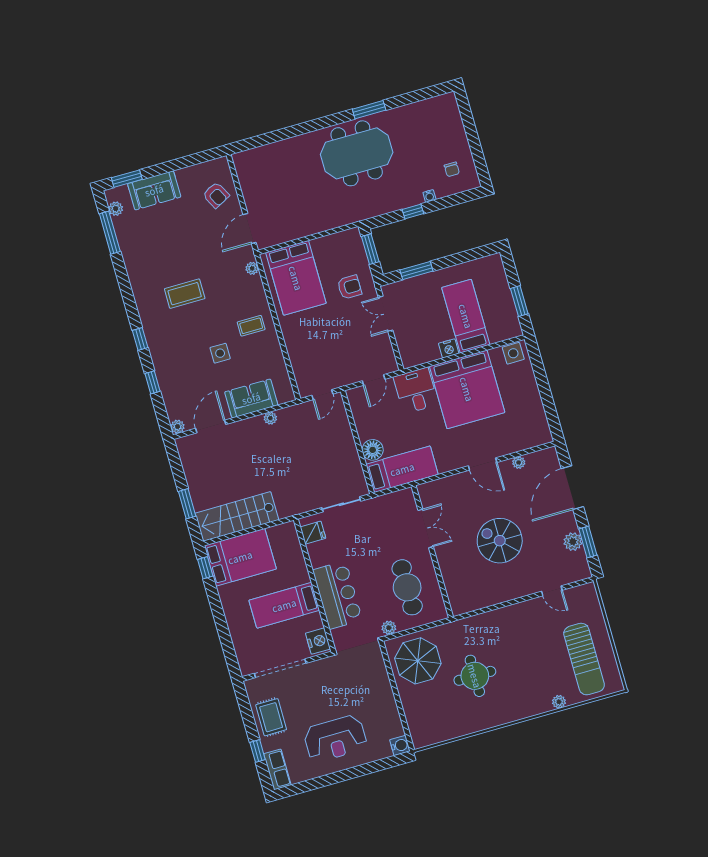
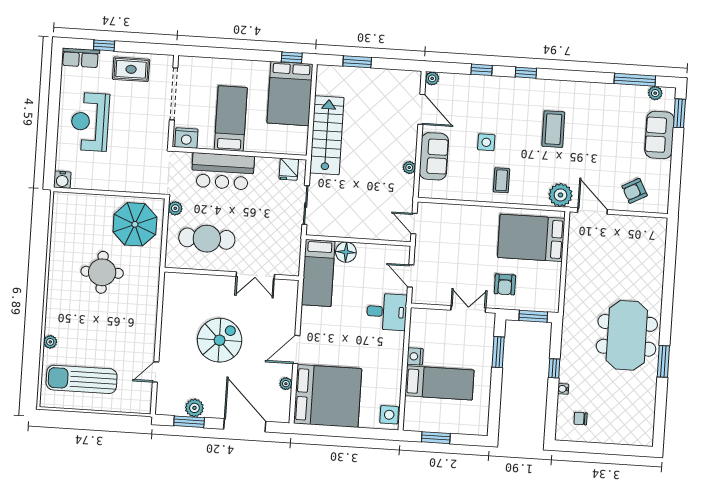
plant: (252, 268) -> (560, 195), width x1.88, depth x1.88
bed: (467, 389) -> (328, 396), moved, turned 180
stairs: (237, 517) -> (327, 135), moved

